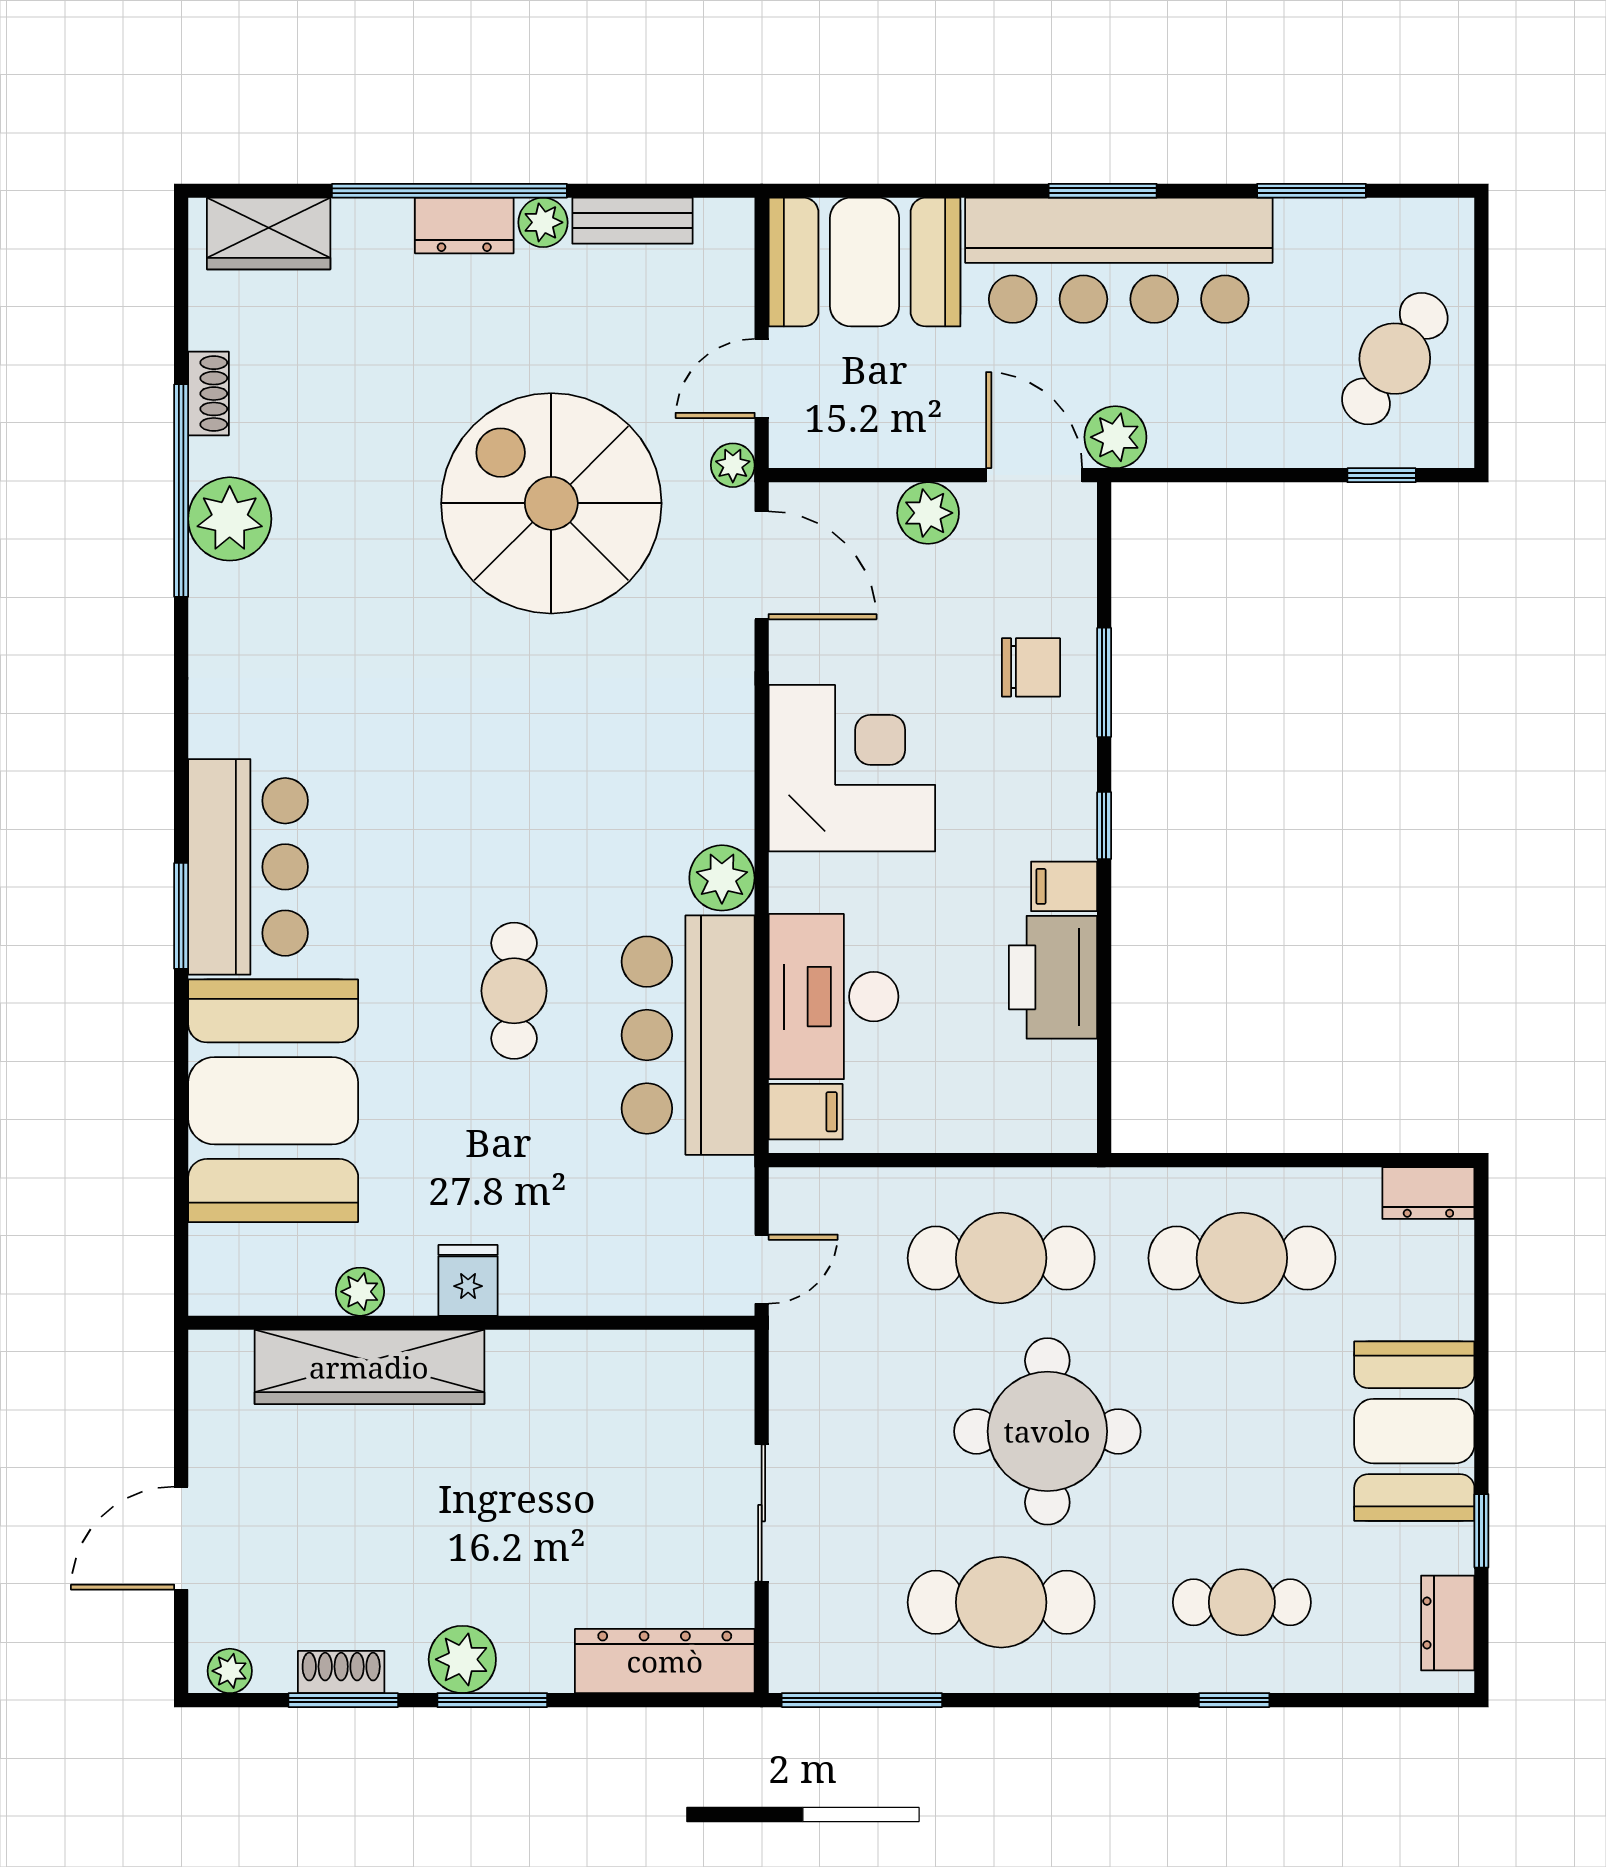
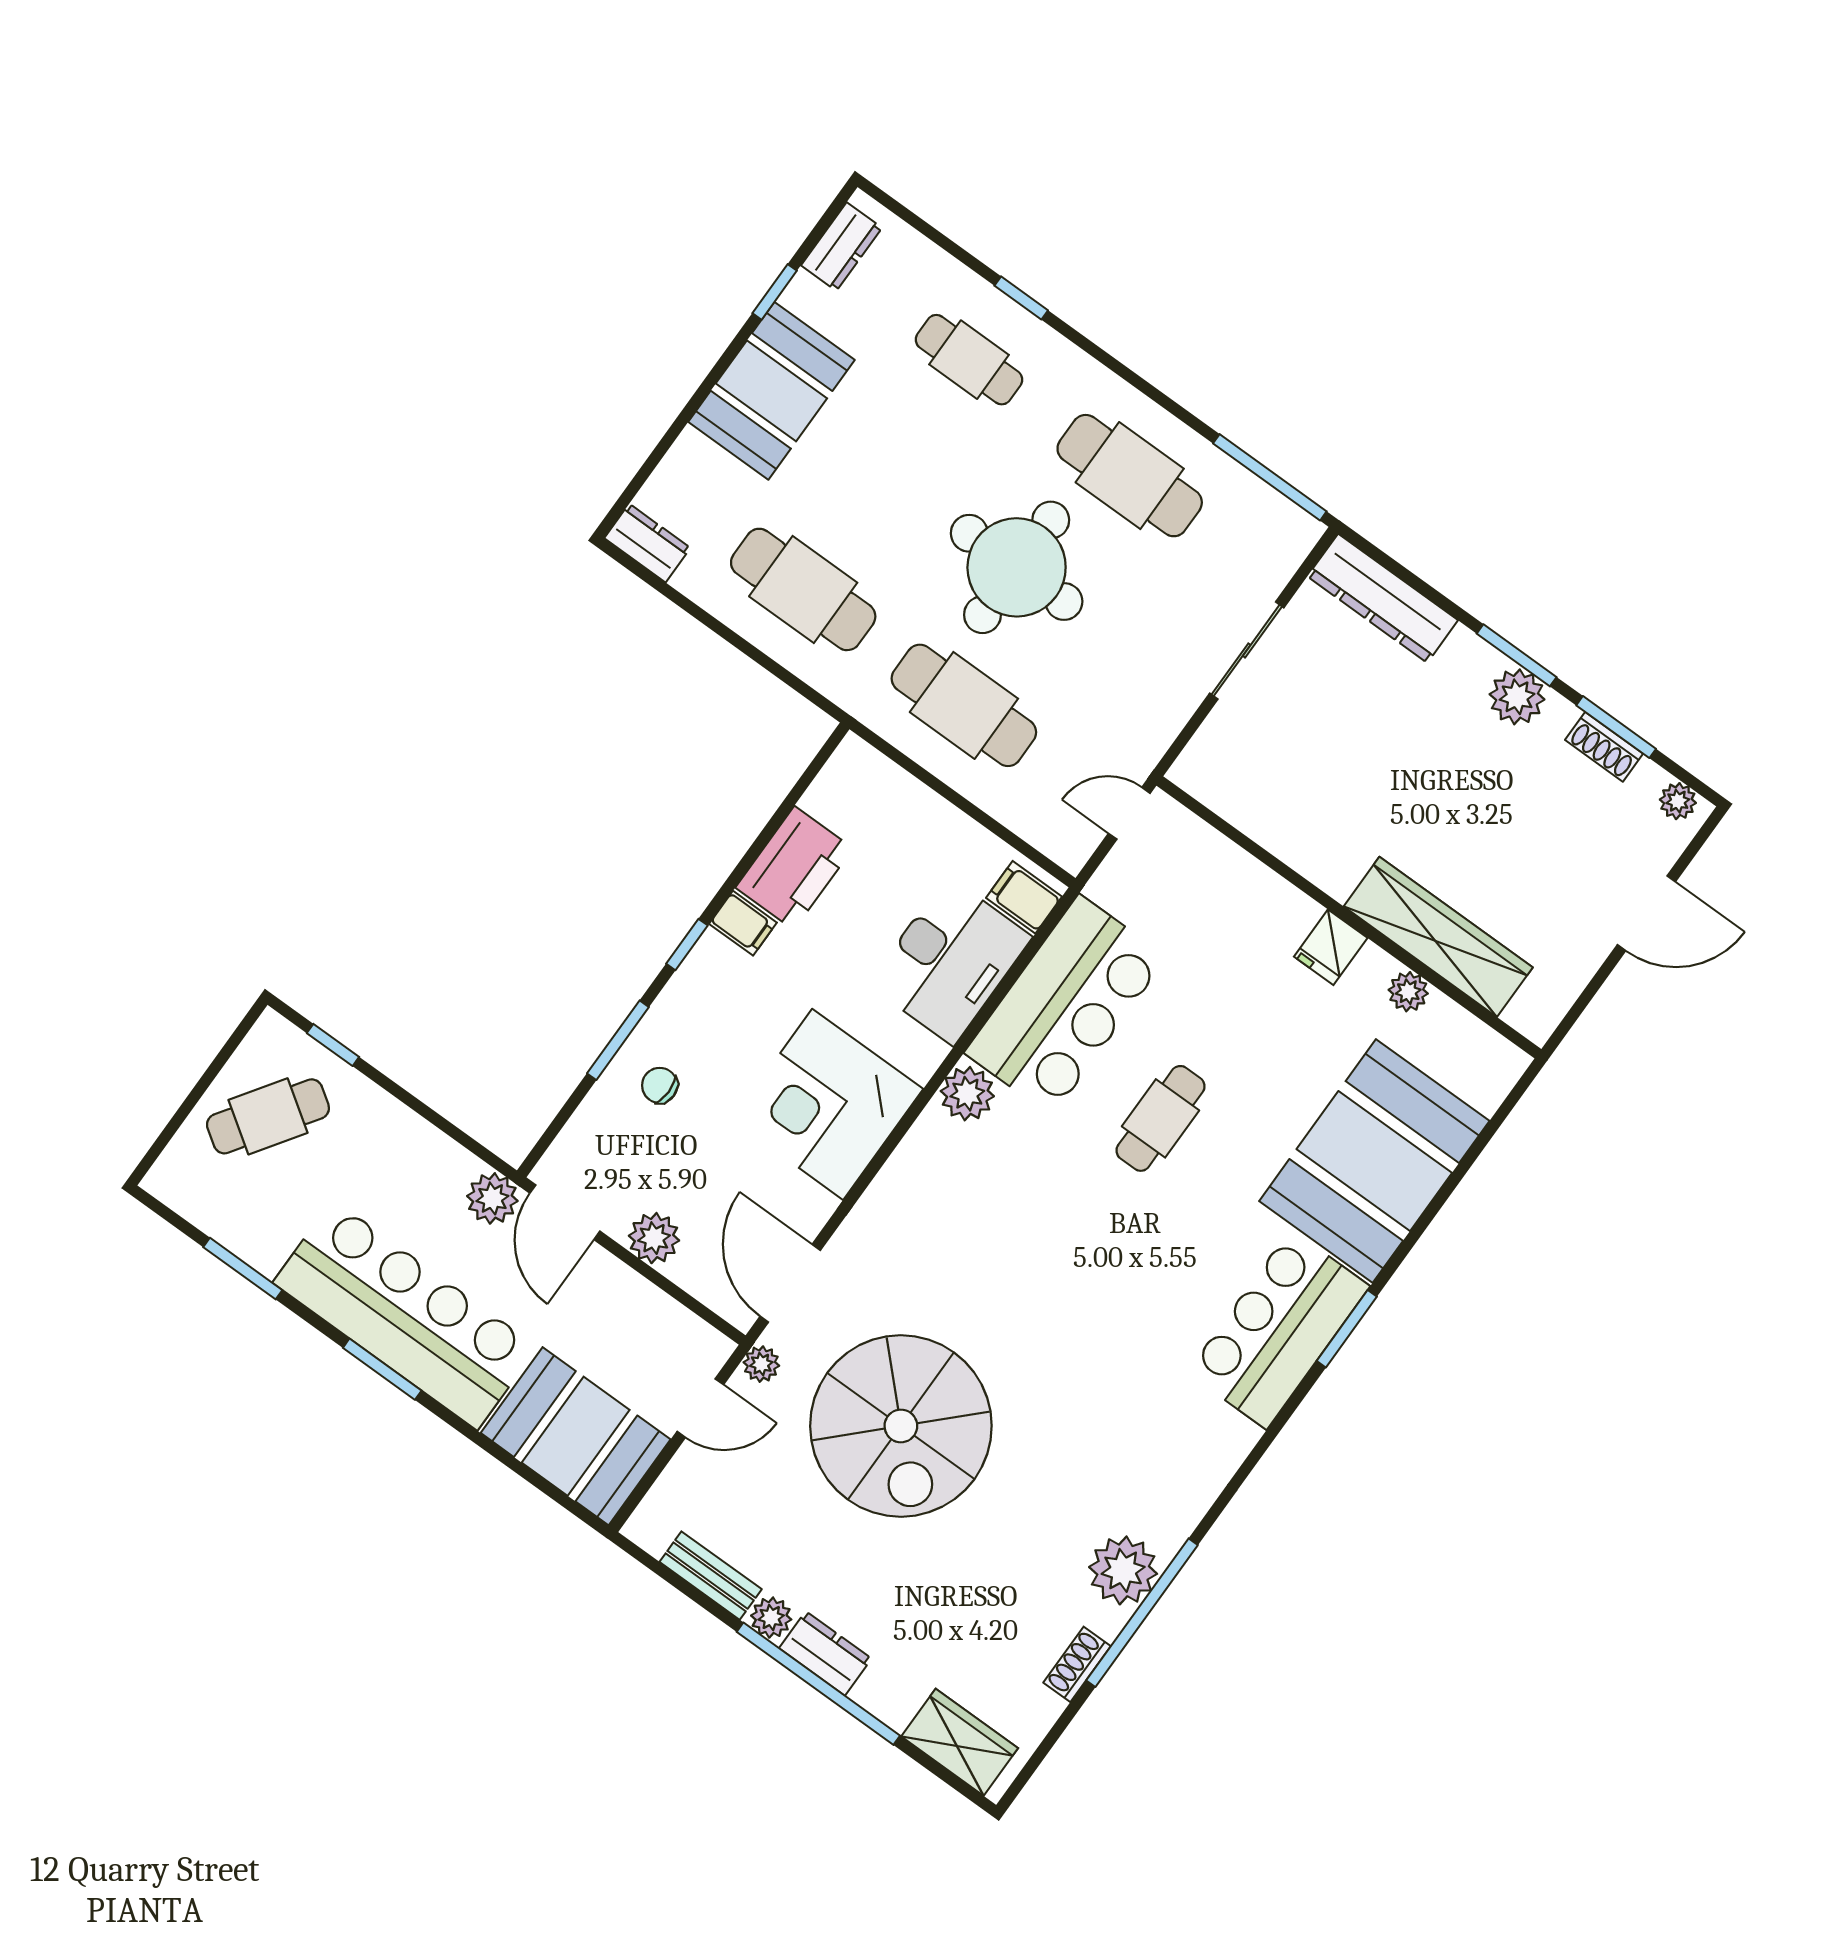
chair: (1031, 667) -> (660, 1085), width x0.73, depth x0.73

